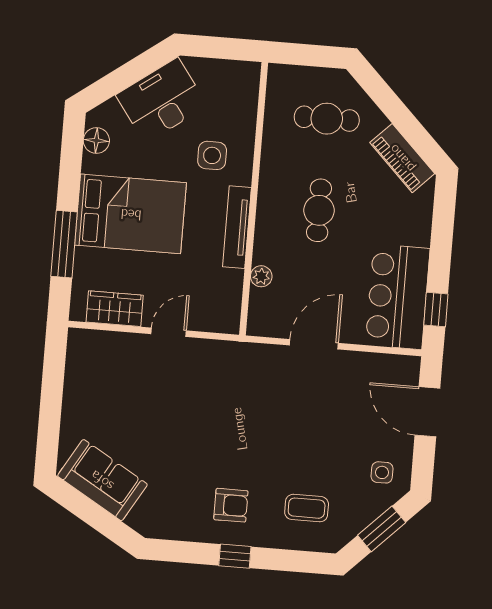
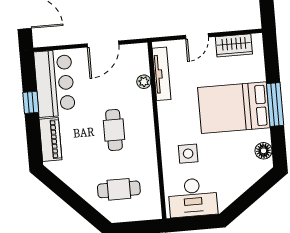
desk: (162, 100) -> (193, 197), moved, turned 36
piano: (402, 158) -> (50, 140), moved, turned 45
tv unit: (237, 227) -> (161, 74), moved
window: (64, 244) -> (275, 104), moved
window: (436, 310) -> (31, 102), moved

